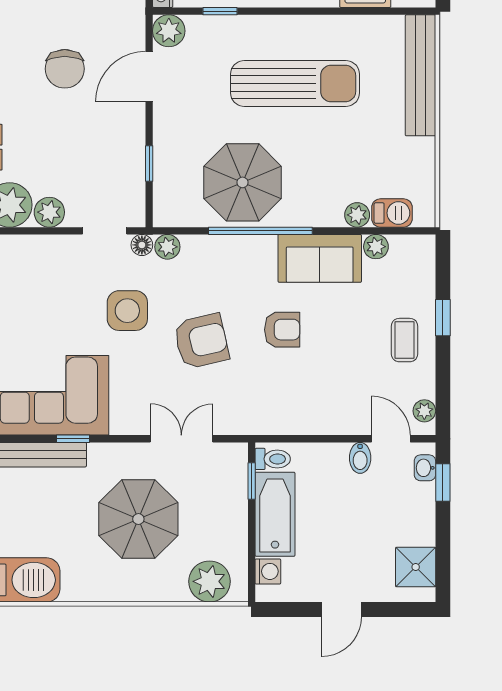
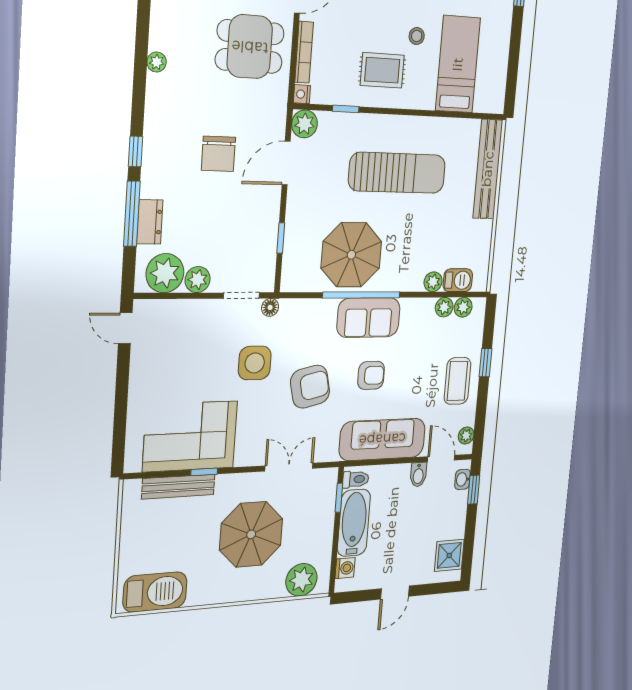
plant: (167, 247) -> (463, 307), moved
sofa: (320, 258) -> (369, 318), moved
coffee table: (405, 340) -> (457, 381), width x1.36, depth x1.30
sofa: (305, 410) -> (382, 439), added

